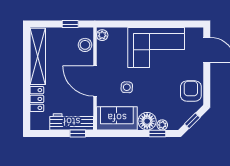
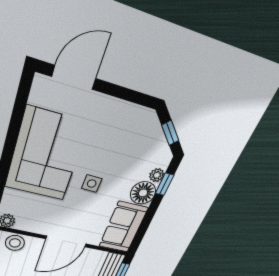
side table: (127, 87) -> (92, 184), moved
armchair: (191, 91) -> (128, 122), removed

